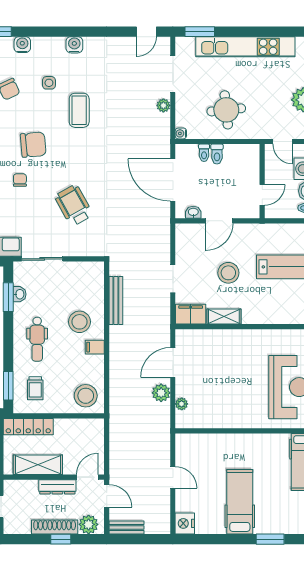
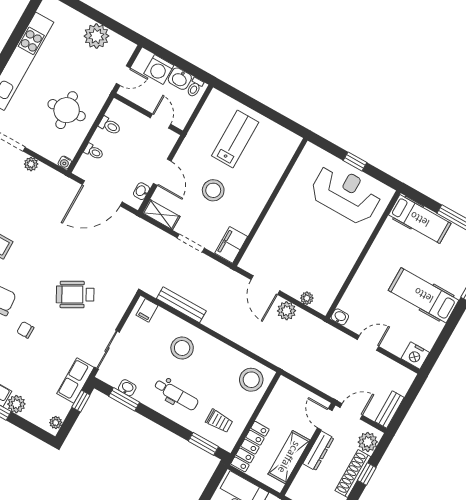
toilet: (217, 154) -> (110, 126), moved
shelving: (224, 317) -> (161, 215), moved, turned 90
filing cabinet: (95, 347) -> (147, 310), moved
washbasin: (181, 441) -> (340, 317), added

